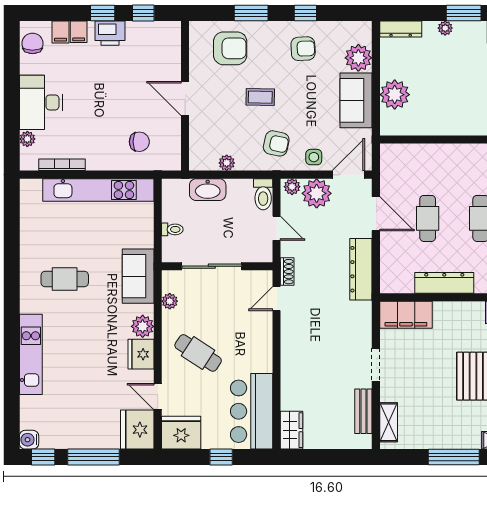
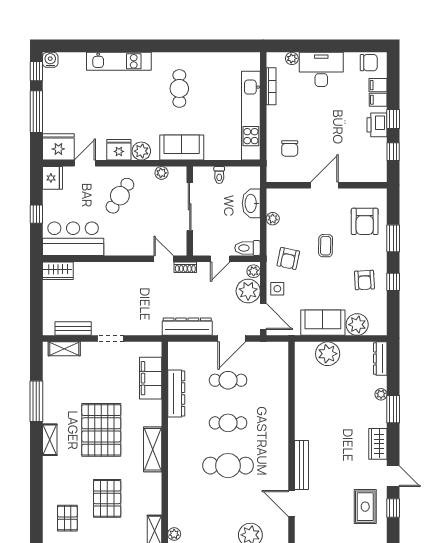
filing cabinet: (406, 315) -> (151, 378), moved
fridge: (181, 433) -> (52, 178), width x0.73, depth x0.75

